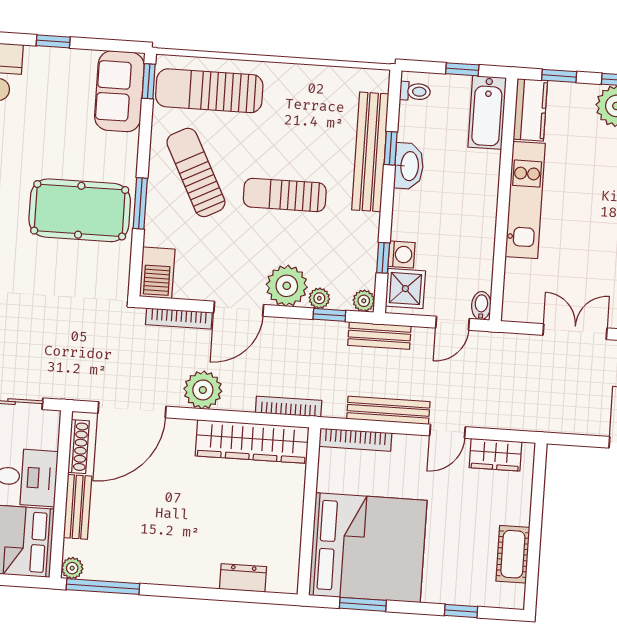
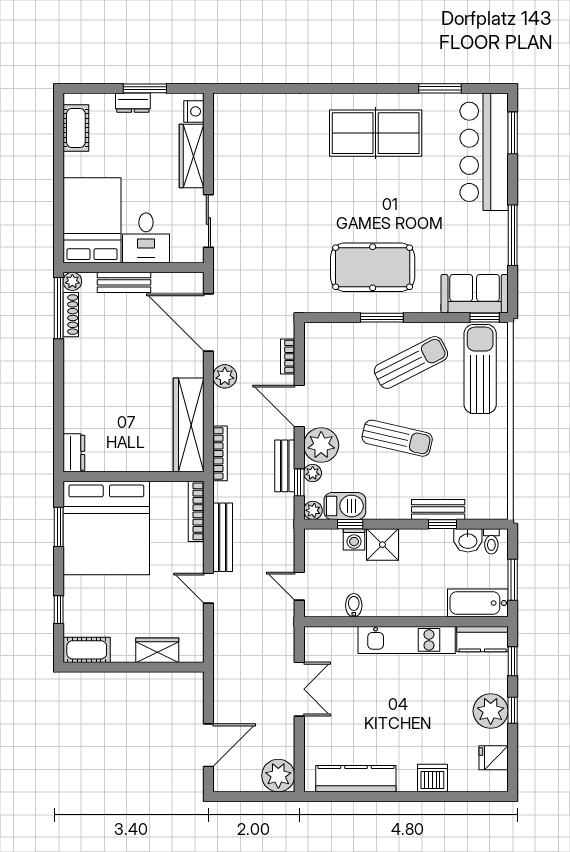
window: (53, 41) -> (513, 235), width x2.17
window: (462, 69) -> (513, 580), width x1.50
bench: (370, 152) -> (438, 509), width x0.54, depth x0.82
washbasin: (409, 166) -> (468, 540), moved, width x0.72
sun lounger: (285, 195) -> (397, 438), turned 103
pool table: (80, 210) -> (373, 267), turned 90
barbecue: (157, 273) -> (345, 506), moved, turned 180
shower: (405, 289) -> (382, 545), moved
bidet: (481, 306) -> (354, 605), moved, turned -90
bookcase: (179, 318) -> (288, 356), width x0.64
bench: (379, 336) -> (285, 466), moved
plant: (203, 390) -> (225, 376), width x0.73, depth x0.73
shoe rack: (79, 447) -> (71, 315), moved, turned -90
wardrobe: (495, 455) -> (157, 650), moved, turned 90
cot: (513, 554) -> (87, 650), moved
dresser: (243, 578) -> (74, 453), moved

